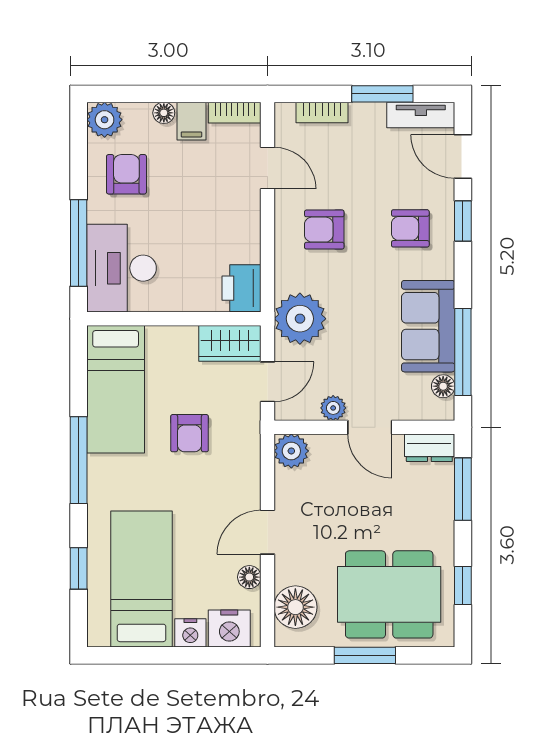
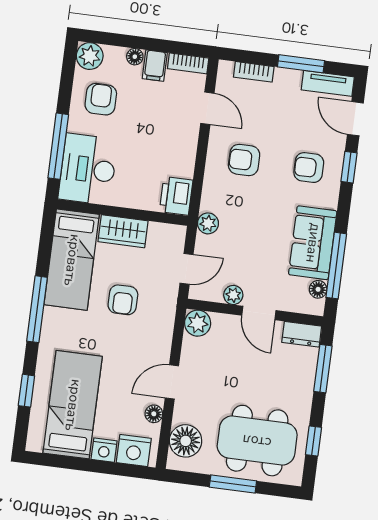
plant: (300, 319) -> (208, 223), width x0.53, depth x0.53
wardrobe: (230, 343) -> (123, 231), moved

